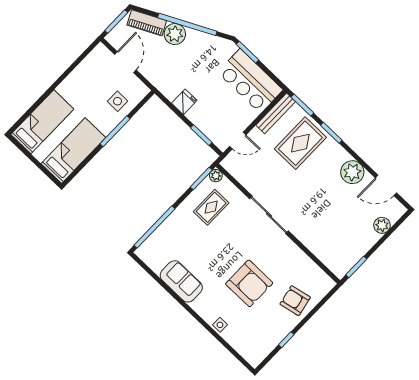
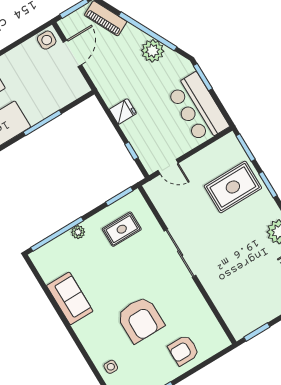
plant: (175, 34) -> (153, 51), moved
side table: (118, 101) -> (47, 40), moved
bench: (276, 113) -> (215, 149), removed
window: (201, 135) -> (131, 151), width x0.67
plant: (216, 176) -> (78, 232), moved
armchair: (295, 301) -> (184, 350), turned -78
side table: (220, 325) -> (111, 367), moved

